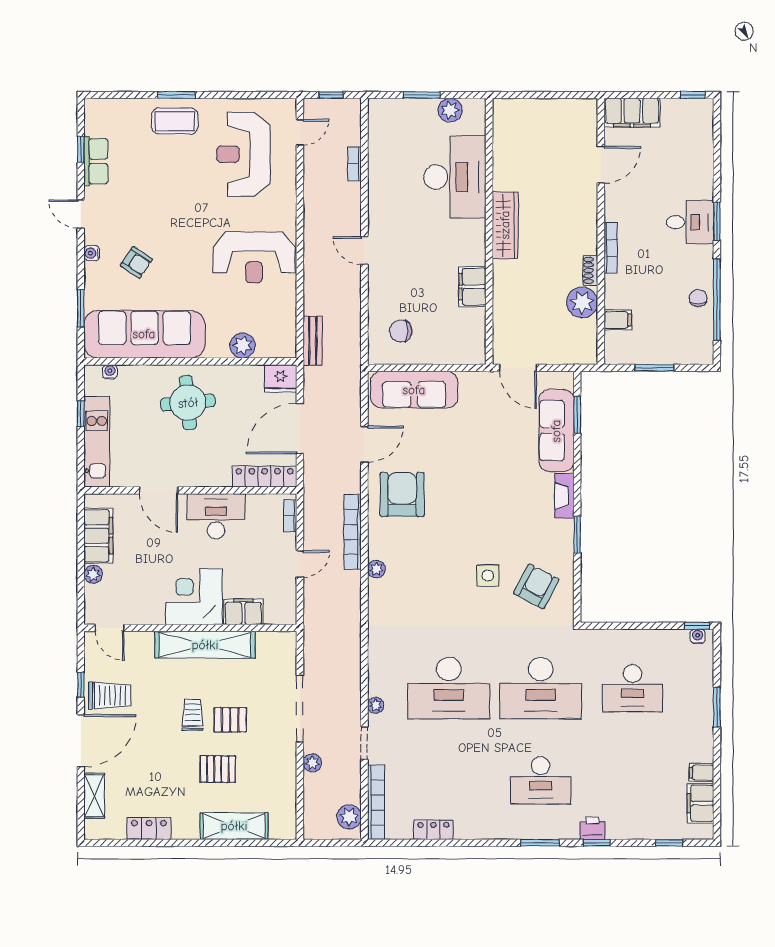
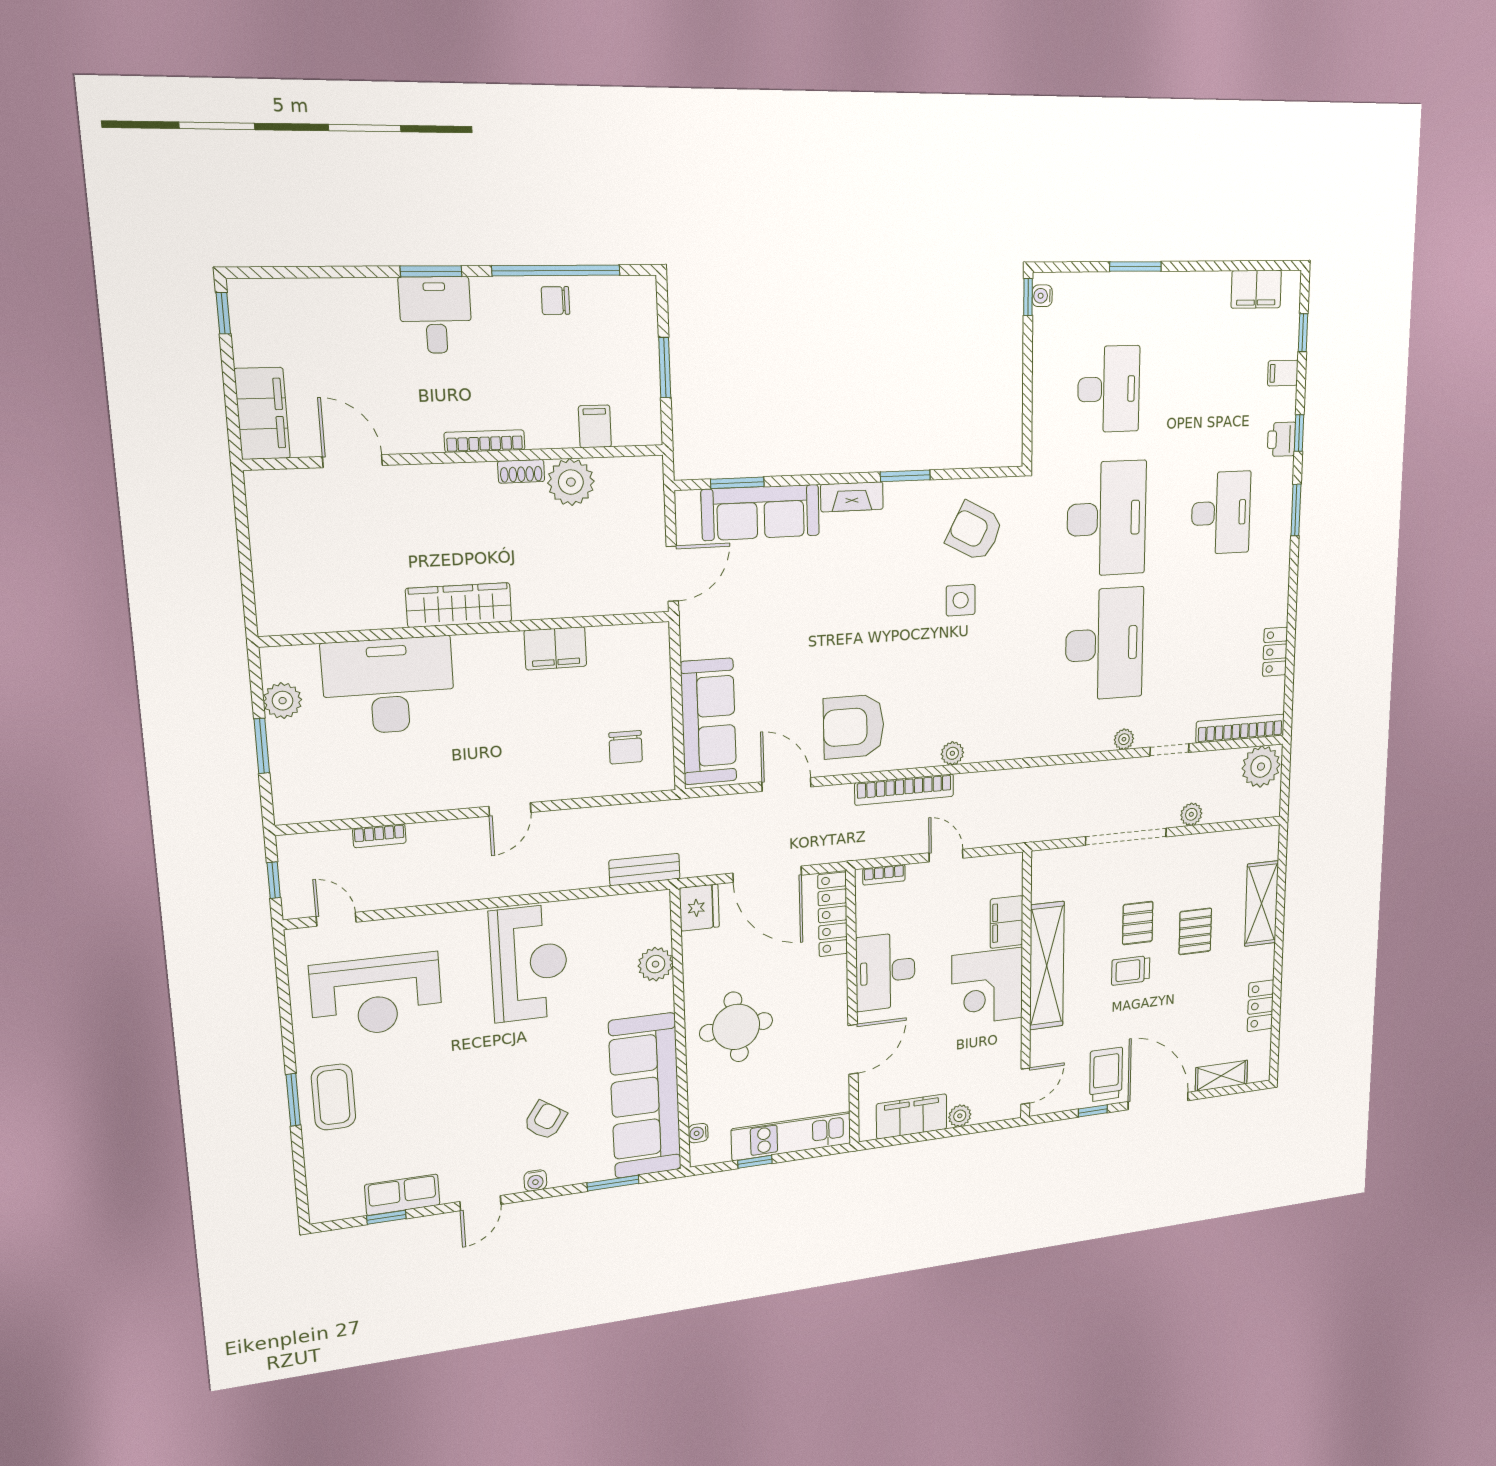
filing cabinet: (701, 773) -> (1283, 373), moved, turned 90
plant: (349, 817) -> (1261, 767), width x1.36, depth x1.36

